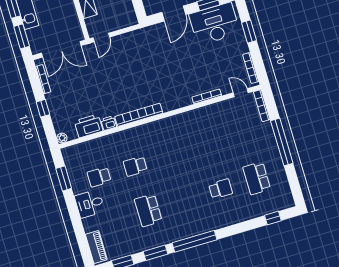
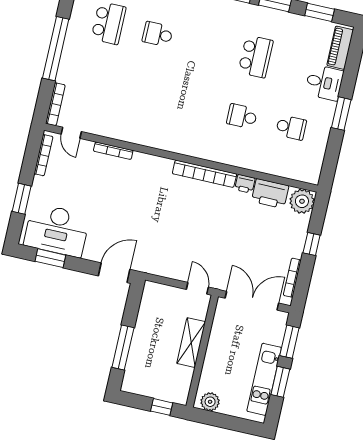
door: (174, 13) -> (114, 273), moved
door: (101, 37) -> (197, 288), hinge flipped
plant: (62, 138) -> (302, 201), width x1.88, depth x1.88
school desk: (135, 166) -> (242, 116), turned 180
window: (64, 178) -> (341, 114), moved
desk: (90, 204) -> (324, 83), moved

